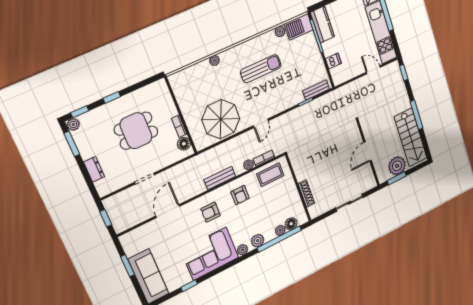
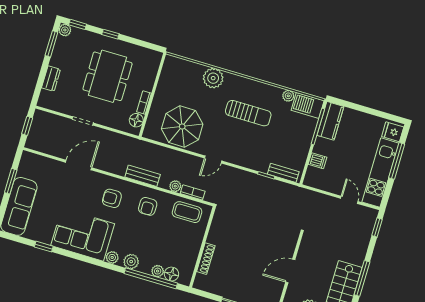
plant: (214, 60) -> (213, 78), width x1.88, depth x1.88
dining table: (136, 131) -> (108, 76), width x1.38

